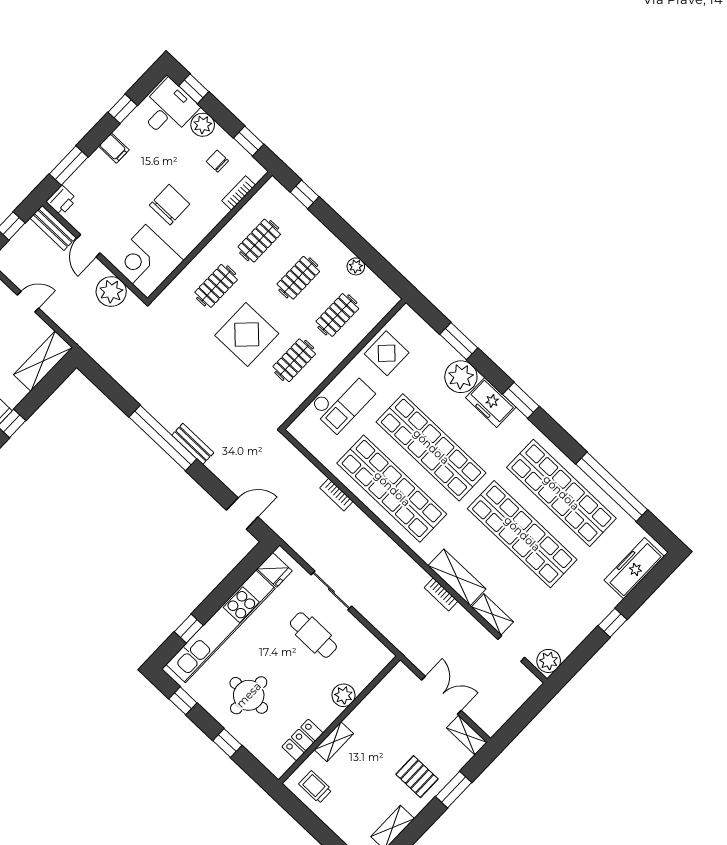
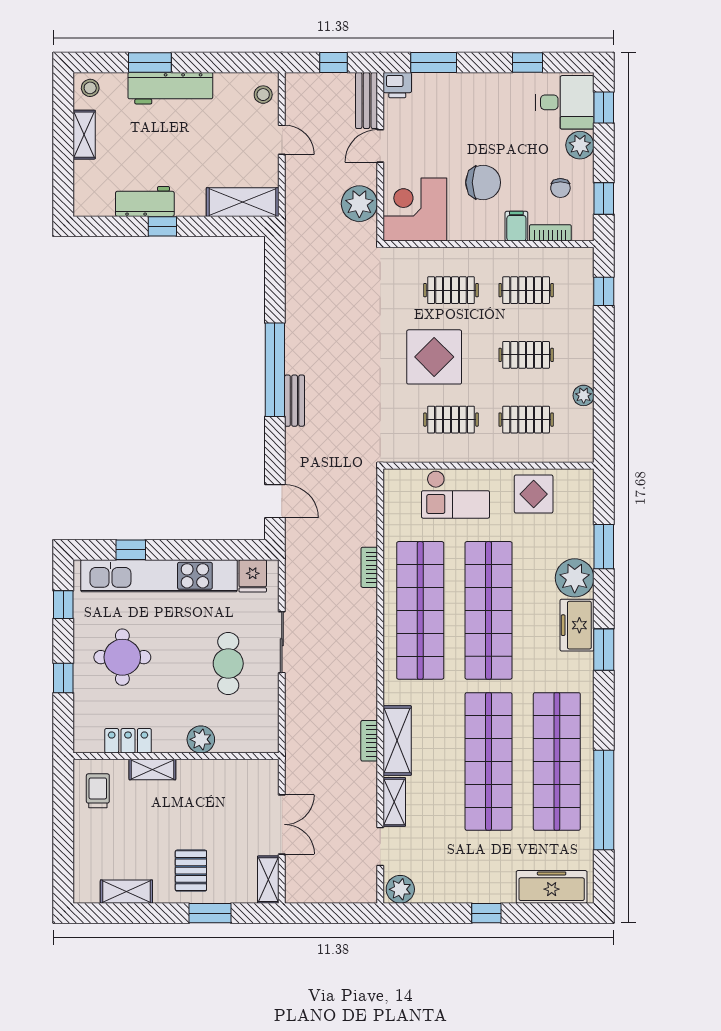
filing cabinet: (114, 148) -> (516, 226), moved, turned 180
chair: (217, 161) -> (560, 188), turned 180

